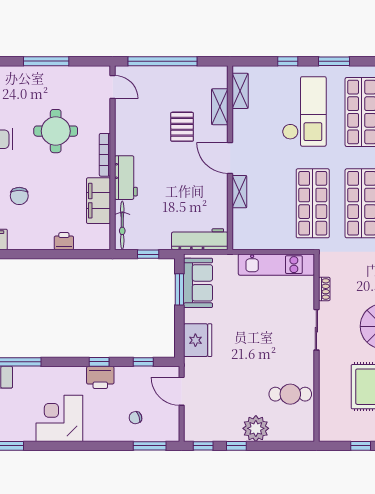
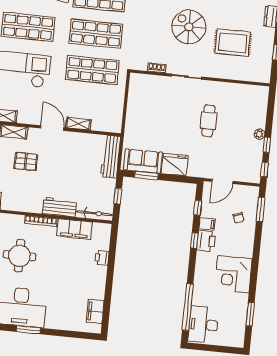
door: (230, 158) -> (52, 128), swing flipped
chair: (19, 196) -> (65, 288), removed
kitchen unit: (276, 265) -> (135, 102), removed
fridge: (198, 340) -> (175, 165), moved
filing cabinet: (123, 377) -> (207, 224), added
cafe table: (290, 394) -> (208, 121), moved
plant: (256, 428) -> (260, 134), width x0.53, depth x0.53

